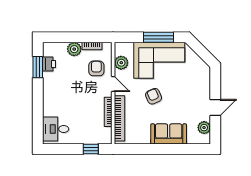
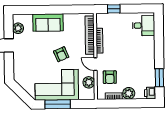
printer: (49, 64) -> (150, 93), moved

